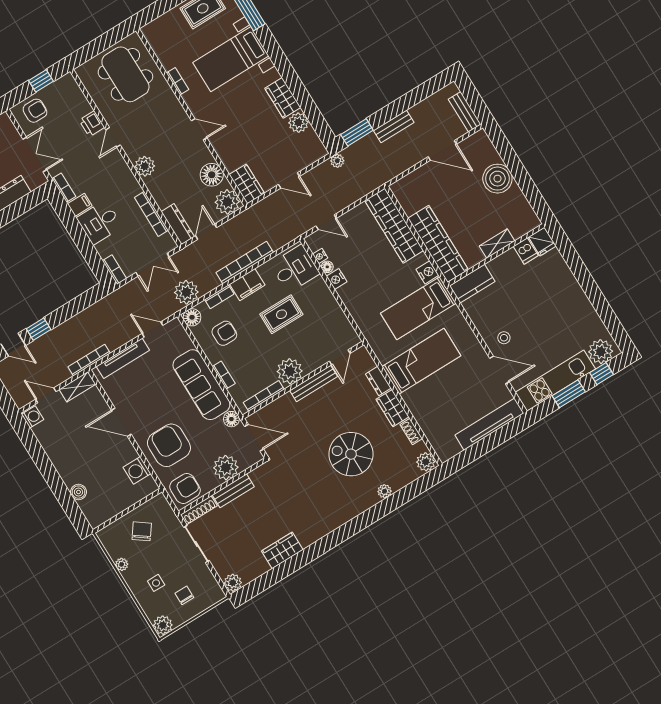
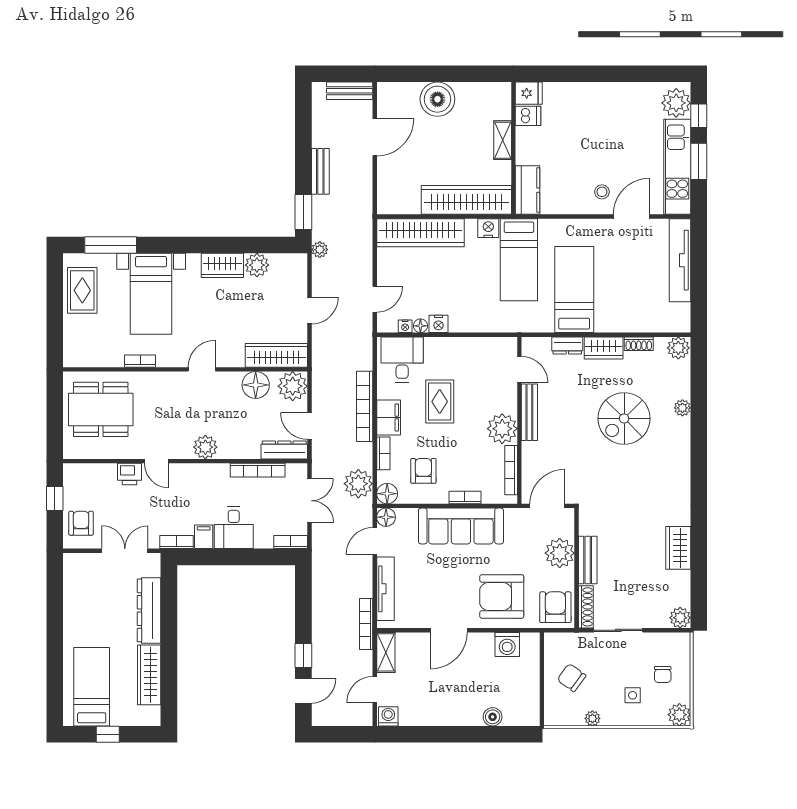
wardrobe: (247, 184) -> (276, 355), width x1.50
floor lamp: (231, 419) -> (386, 517), moved
chair: (184, 595) -> (663, 674), turned -90

